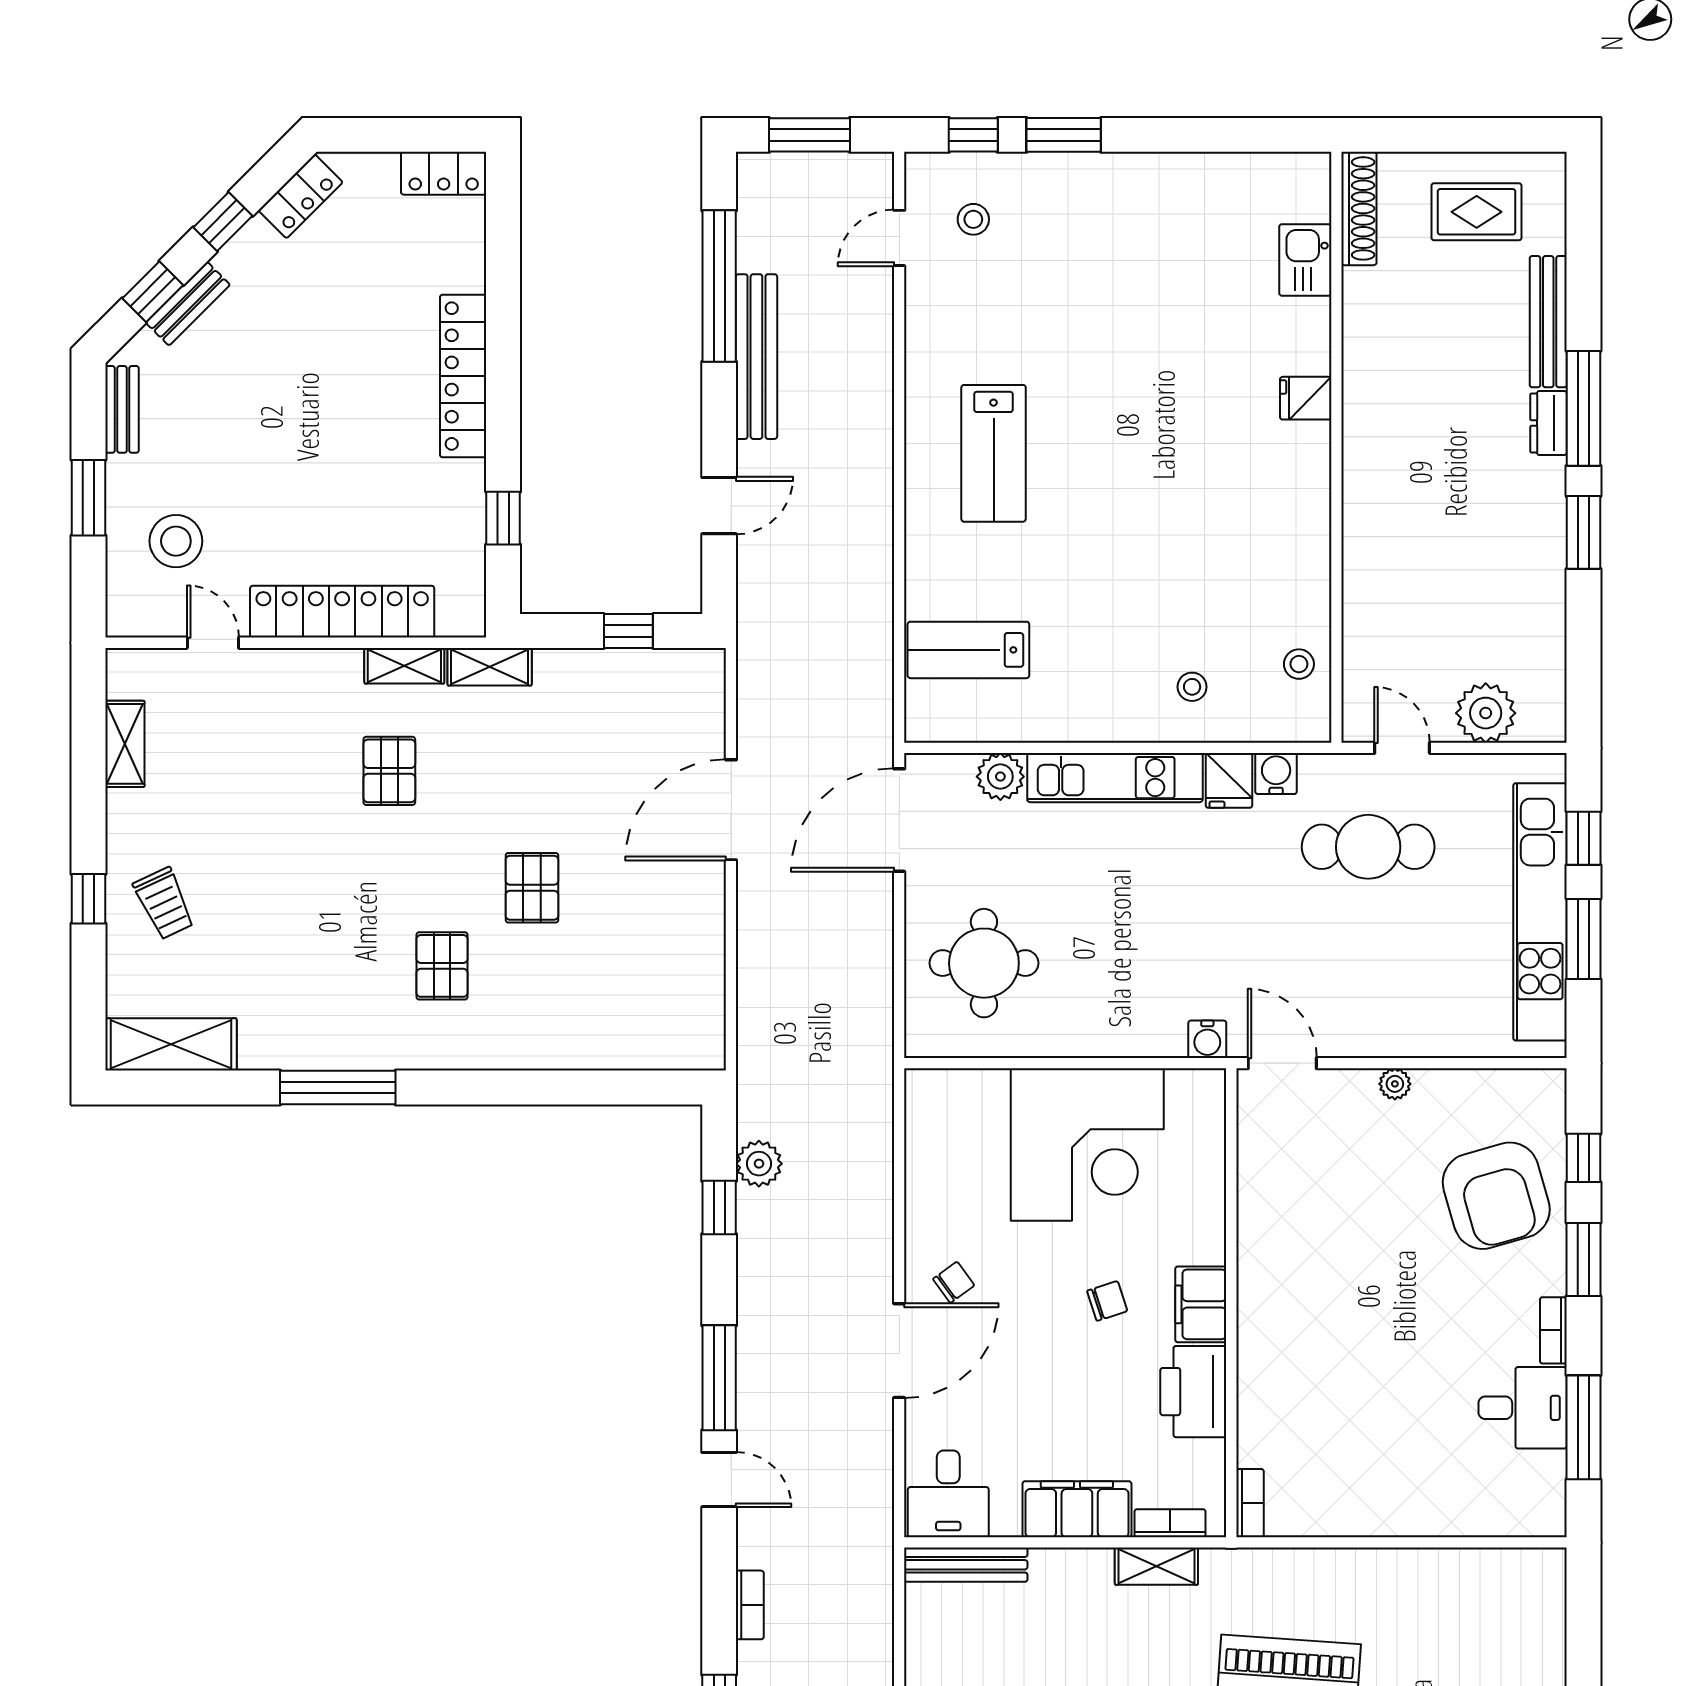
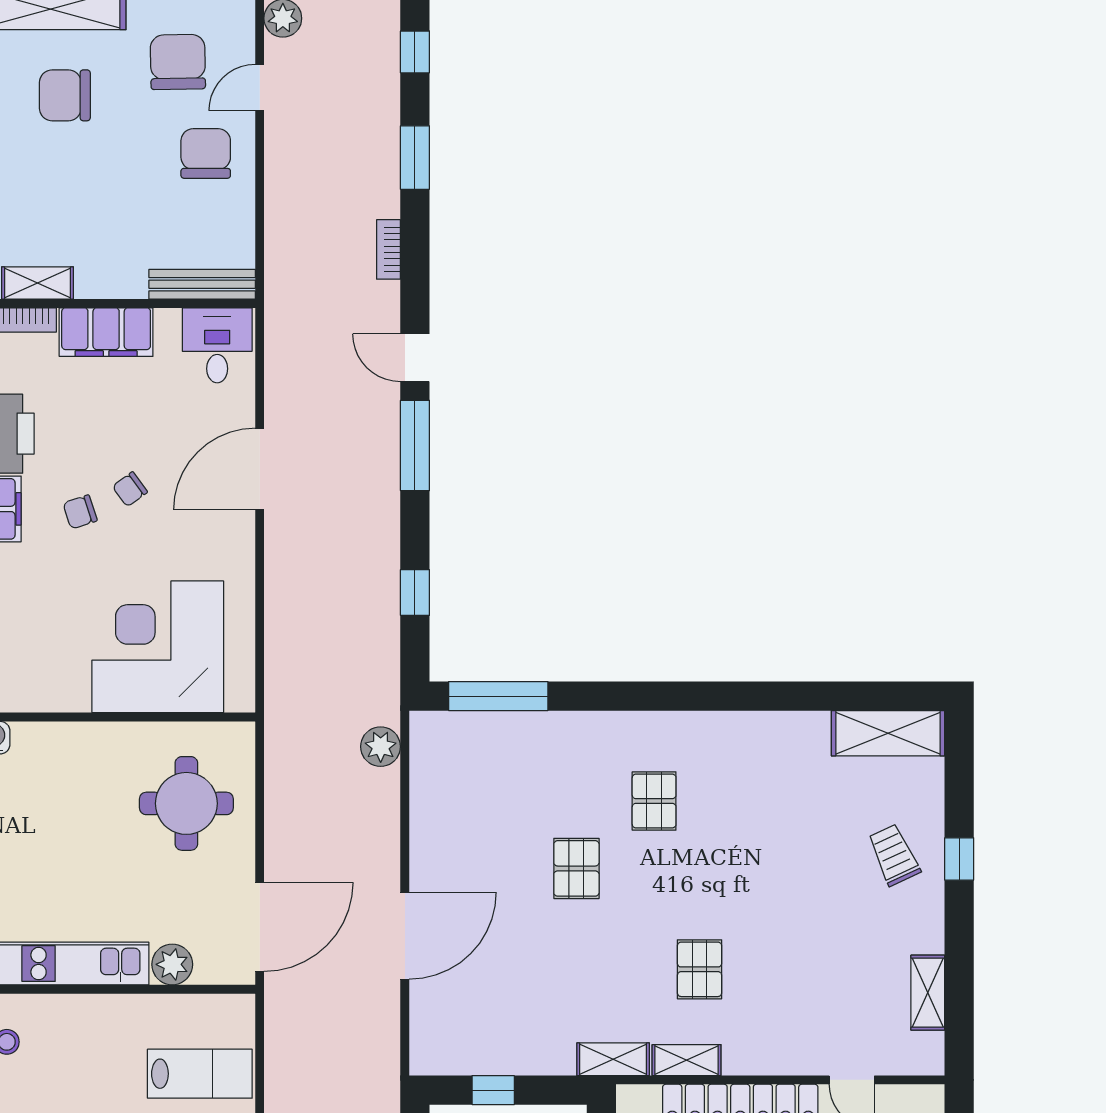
window: (338, 1088) -> (498, 696), moved
corner desk: (1087, 1145) -> (158, 647), moved
plant: (759, 1164) -> (381, 747), moved
chair: (954, 1282) -> (130, 489), moved

